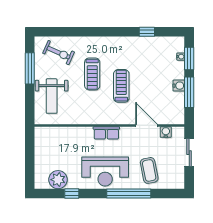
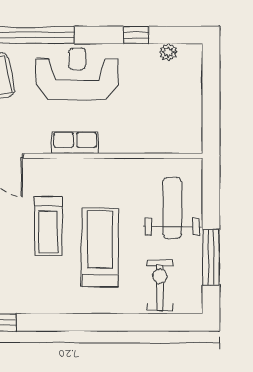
exercise bike: (59, 53) -> (160, 285), turned 66
treadmill: (92, 74) -> (100, 247), width x1.37, depth x1.38
plant: (58, 180) -> (168, 52), width x0.53, depth x0.53

